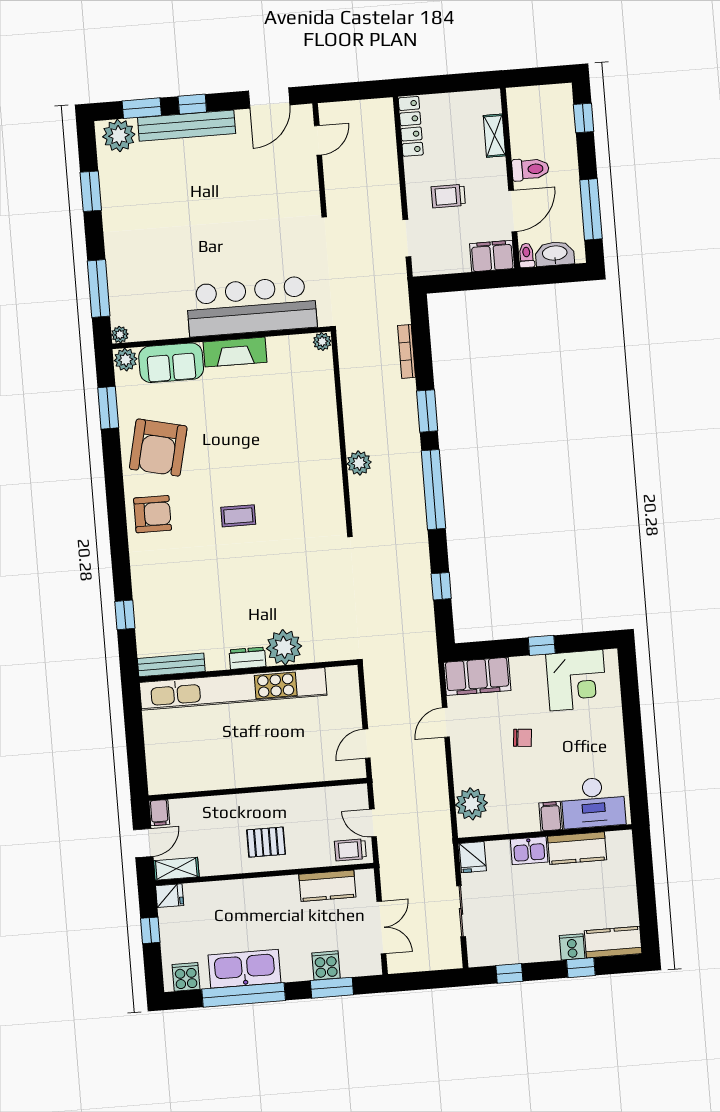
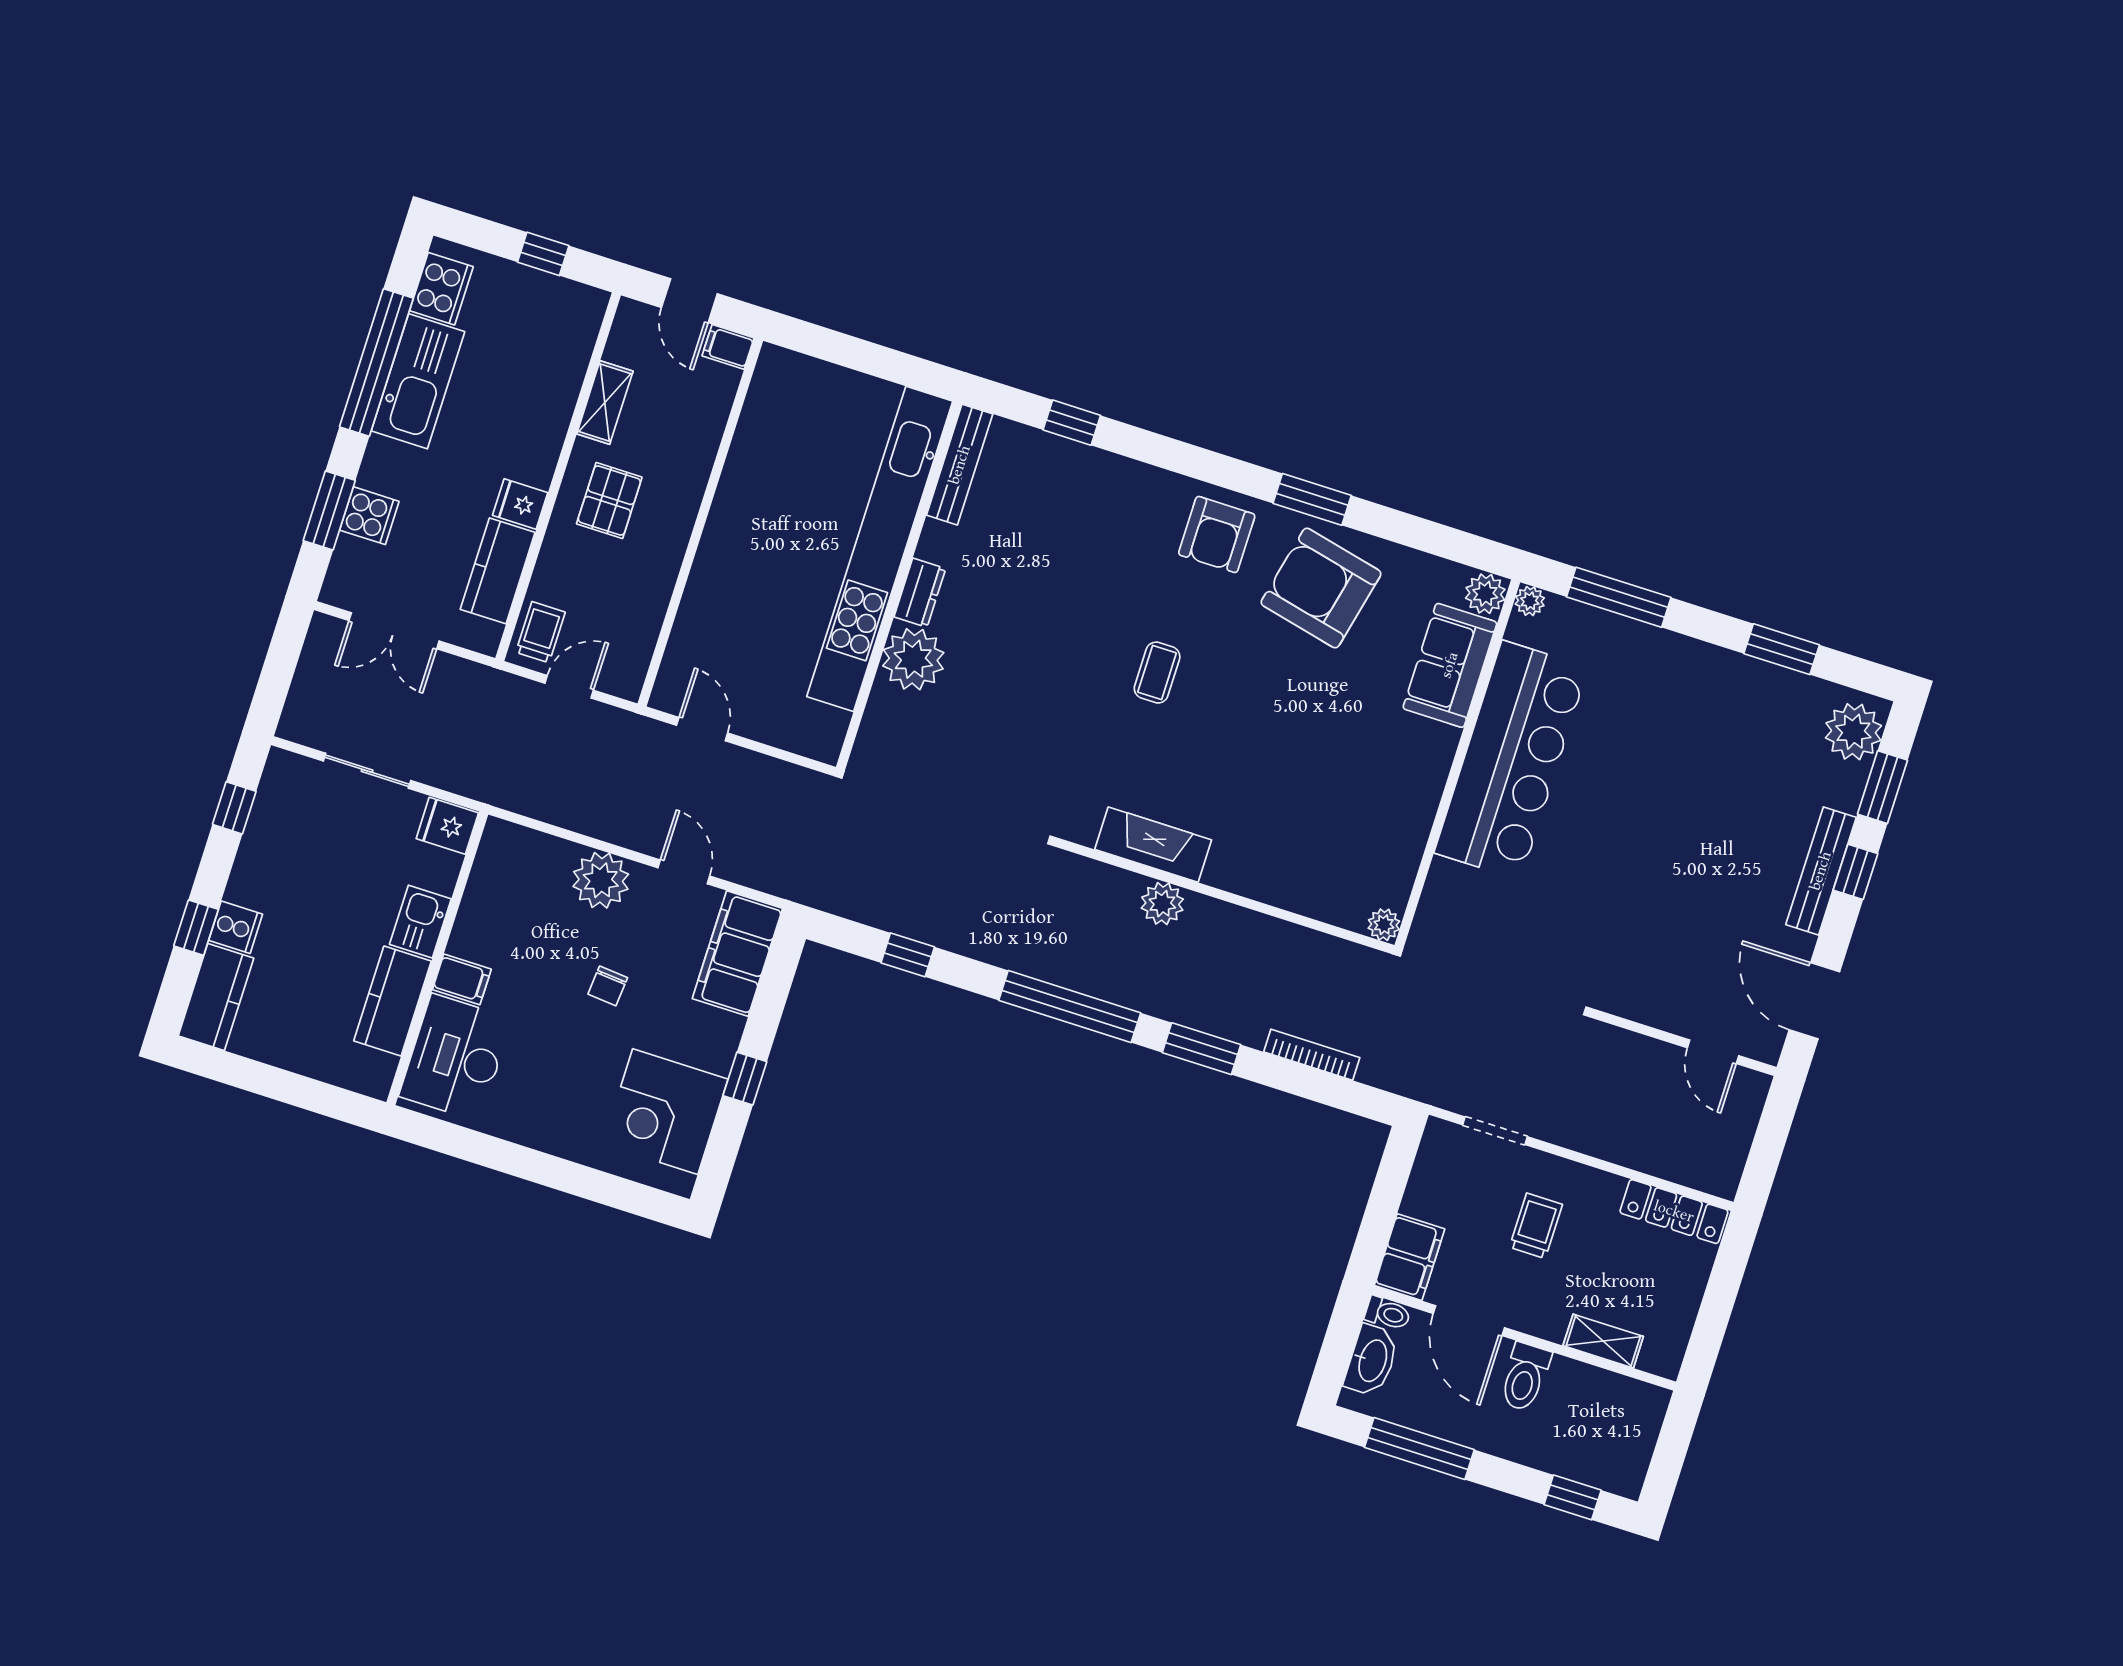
bench: (187, 126) -> (1821, 871), width x0.73, depth x0.82
bar counter: (251, 306) -> (1511, 760), moved
fireplace: (235, 352) -> (1153, 845), moved, turned 90
window: (108, 408) -> (1312, 499), moved
plant: (471, 804) -> (601, 880), moved
shelving: (176, 869) -> (605, 403), moved
fridge: (170, 896) -> (520, 504), moved, turned 90
cooker: (186, 977) -> (441, 289), width x1.36

